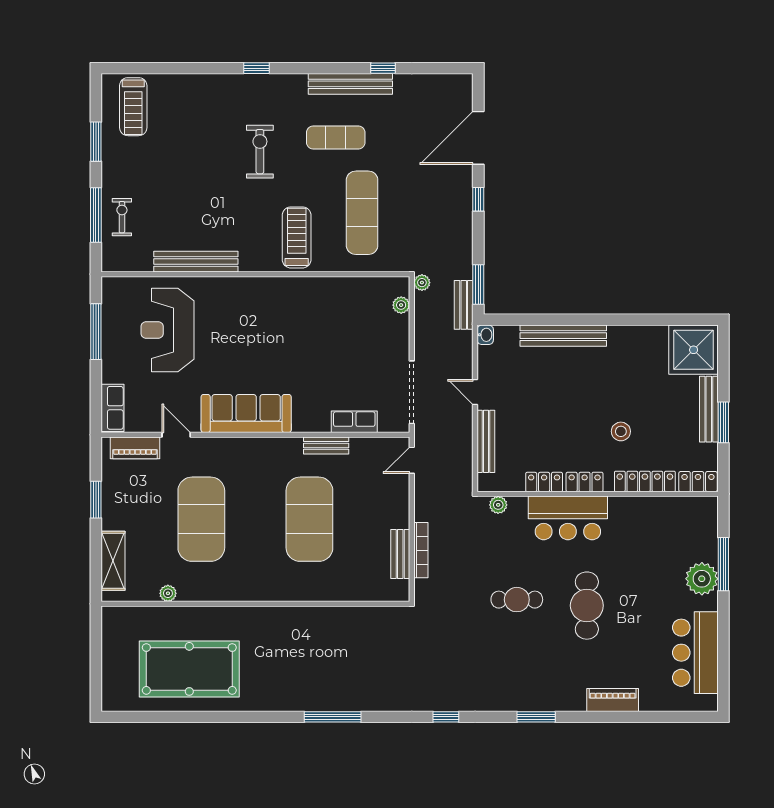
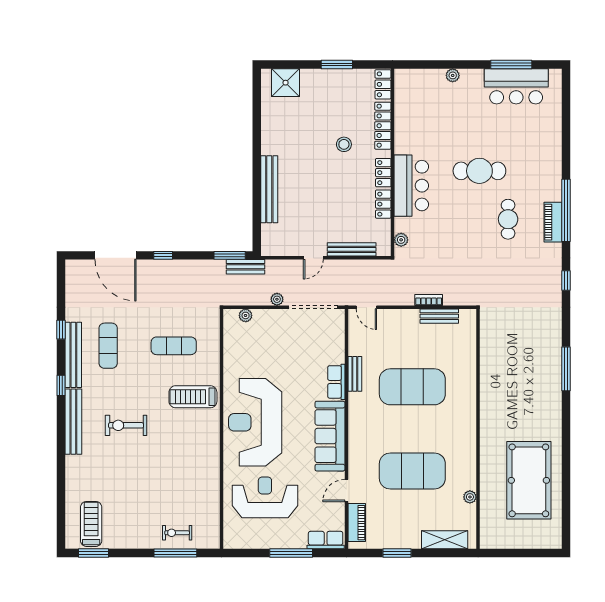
window: (256, 68) -> (61, 385), moved
treadmill: (133, 107) -> (91, 524), turned -90
exercise mat: (336, 138) -> (108, 346), moved
window: (96, 142) -> (93, 553), moved
exercise mat: (362, 213) -> (174, 346), width x0.73, depth x0.69
bench: (196, 262) -> (73, 422), moved
plant: (422, 283) -> (277, 299), moved
reception desk: (264, 317) -> (255, 422), added
reception desk: (167, 330) -> (265, 497), turned 180
window: (96, 332) -> (291, 553), moved
washbasin: (485, 335) -> (269, 250), removed
shower: (694, 350) -> (286, 83), width x0.73, depth x0.73
bench: (709, 409) -> (327, 76), removed
row of seats: (354, 422) -> (336, 382), moved
bookcase: (421, 550) -> (429, 300), width x0.64
window: (723, 564) -> (511, 65), moved
plant: (702, 579) -> (453, 75), width x0.53, depth x0.53
cafe table: (517, 600) -> (508, 219), moved
piano: (613, 700) -> (553, 222), moved
window: (536, 717) -> (566, 210), width x2.11

